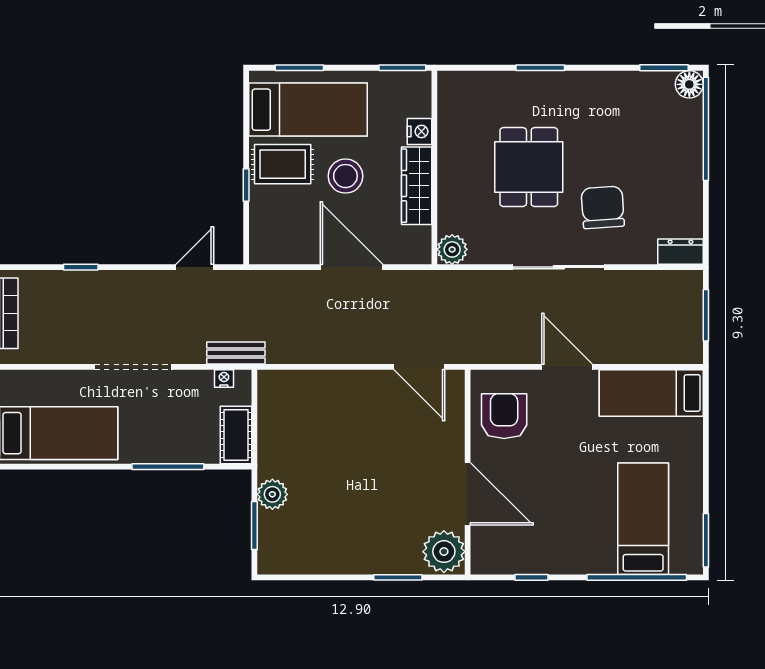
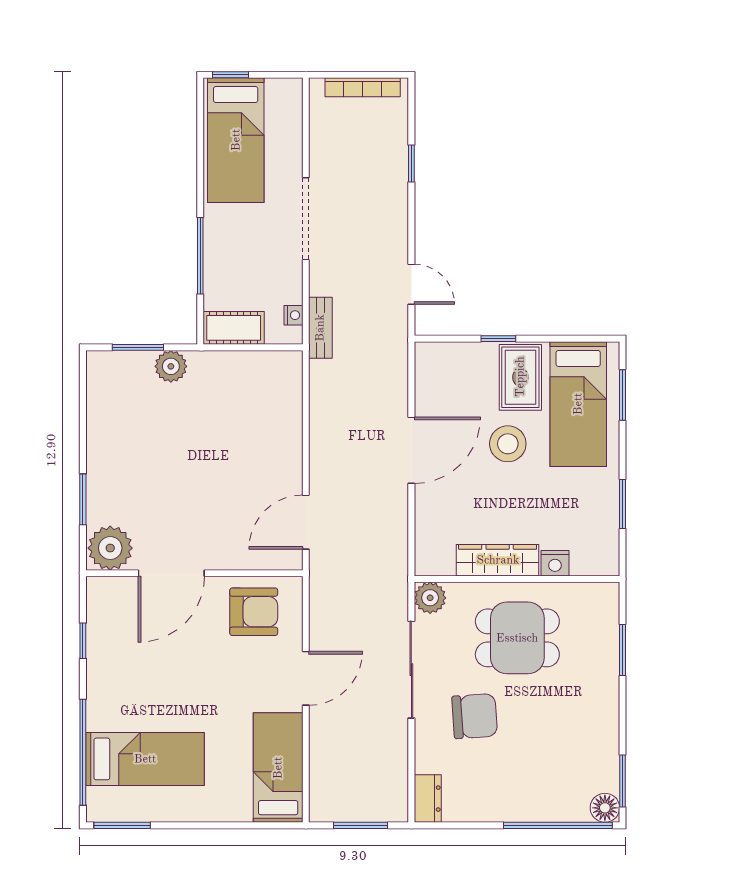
nightstand: (420, 131) -> (555, 563), moved
wall: (434, 167) -> (517, 579), moved
wardrobe: (417, 186) -> (498, 560), moved
plant: (452, 249) -> (430, 598), moved

